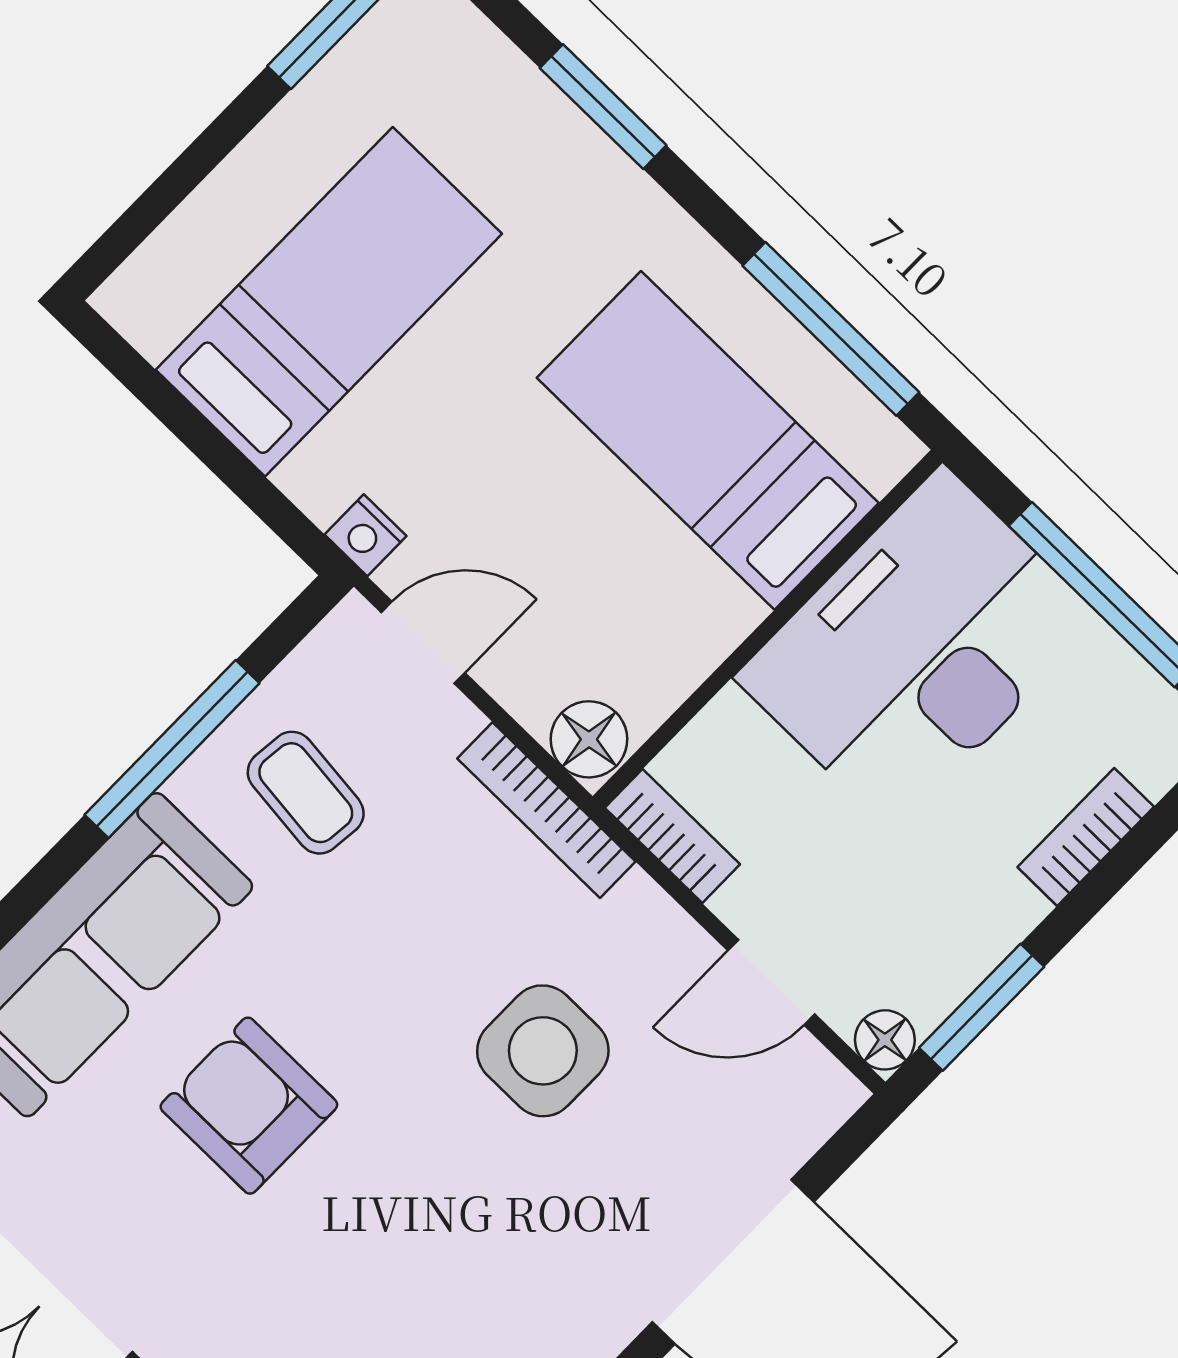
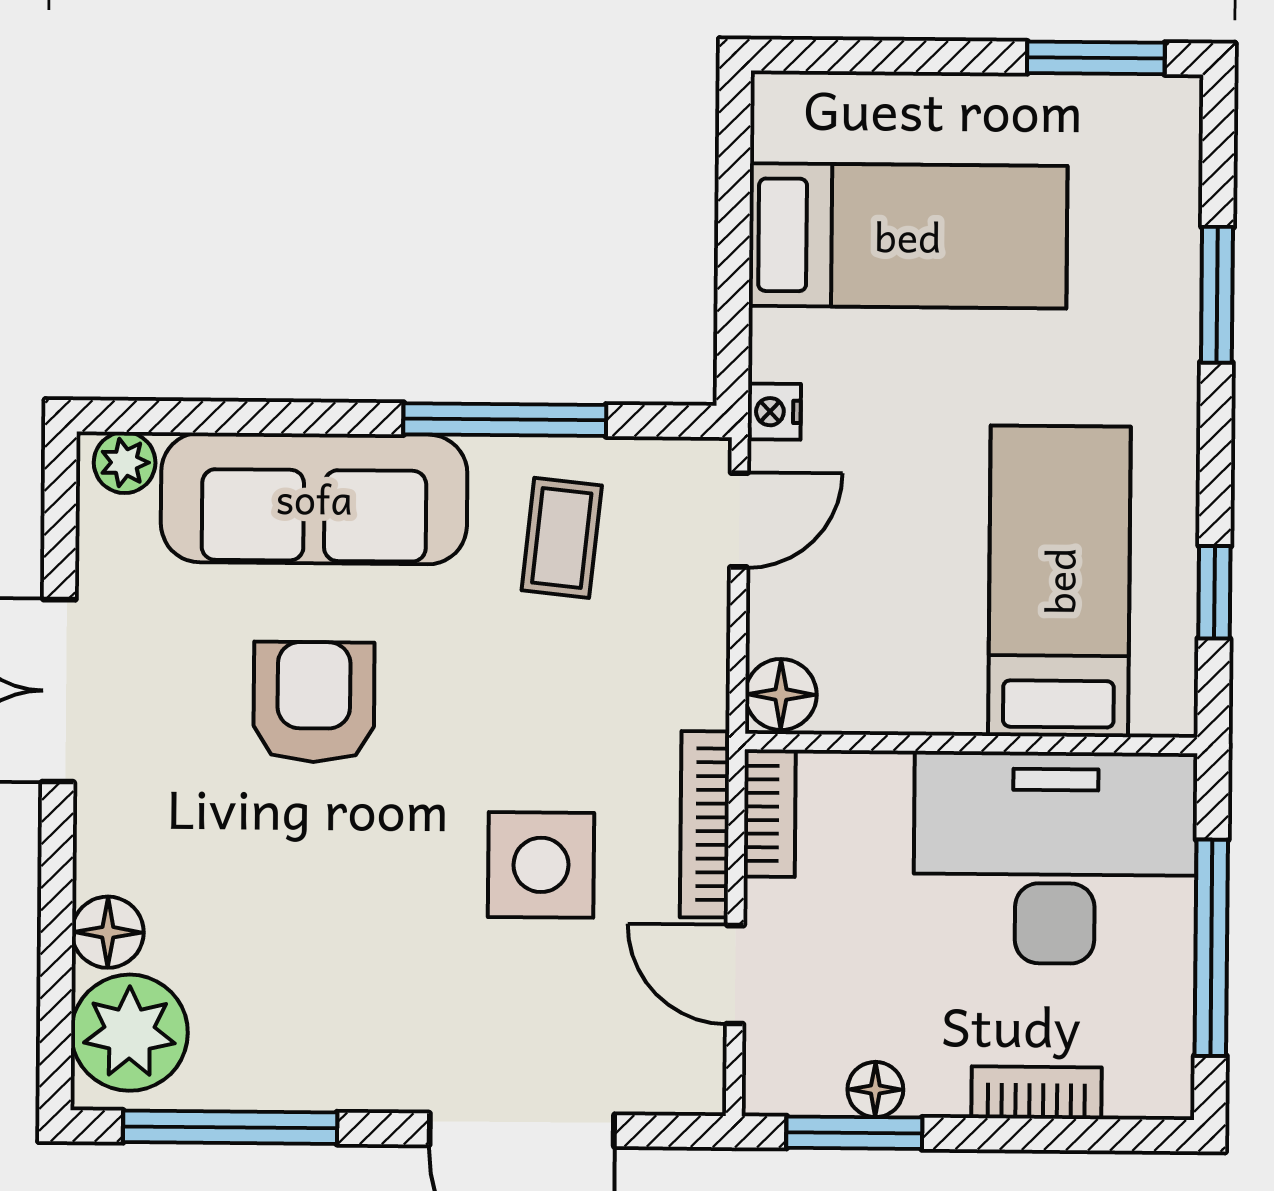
window: (831, 329) -> (1214, 592), width x0.46
door: (423, 643) -> (739, 520), hinge flipped
bookcase: (546, 810) -> (705, 824), moved
floor lamp: (885, 1040) -> (875, 1090), moved

